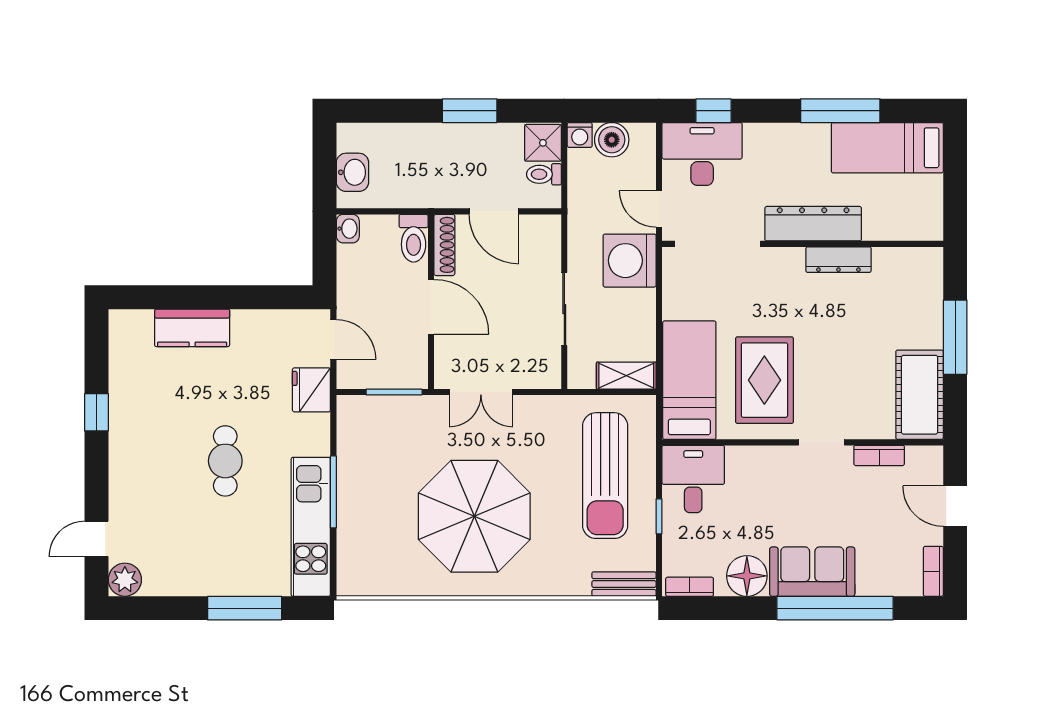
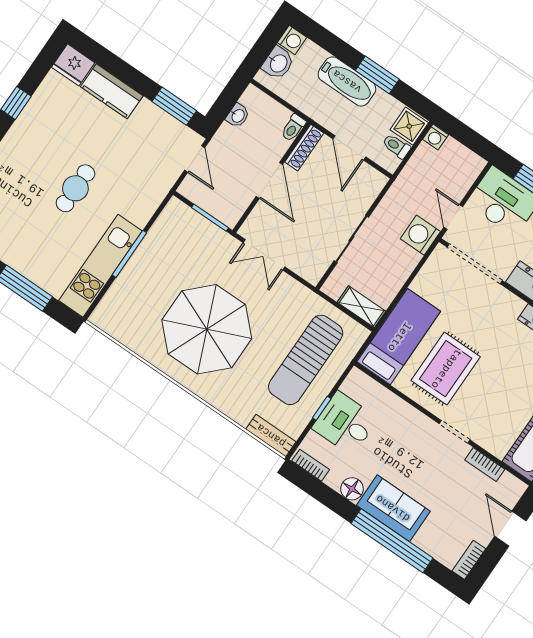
washing machine: (350, 137) -> (292, 40), added
boiler: (612, 140) -> (453, 154), removed
bathtub: (441, 141) -> (347, 81), added
washbasin: (348, 229) -> (238, 116), moved
toilet: (414, 238) -> (293, 128), width x0.73, depth x0.72
washing machine: (630, 261) -> (420, 235), width x0.73, depth x0.73
window: (272, 297) -> (174, 106), added
fridge: (311, 390) -> (73, 65), moved, turned -90
desk: (693, 479) -> (345, 423), moved, turned -90
floor lamp: (747, 576) -> (352, 489), width x0.73, depth x0.73

